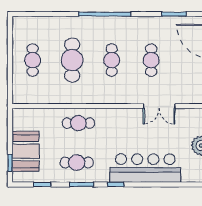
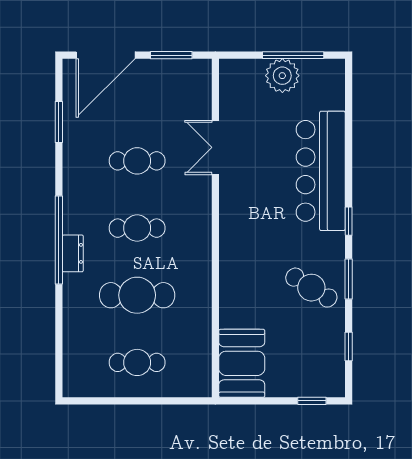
dresser: (97, 22) -> (73, 253), added
double door: (159, 106) -> (215, 147), swing flipped
cafe table: (78, 123) -> (244, 285), removed
booth: (26, 151) -> (242, 363), moved, turned 90
cafe table: (77, 163) -> (311, 288), turned -58

